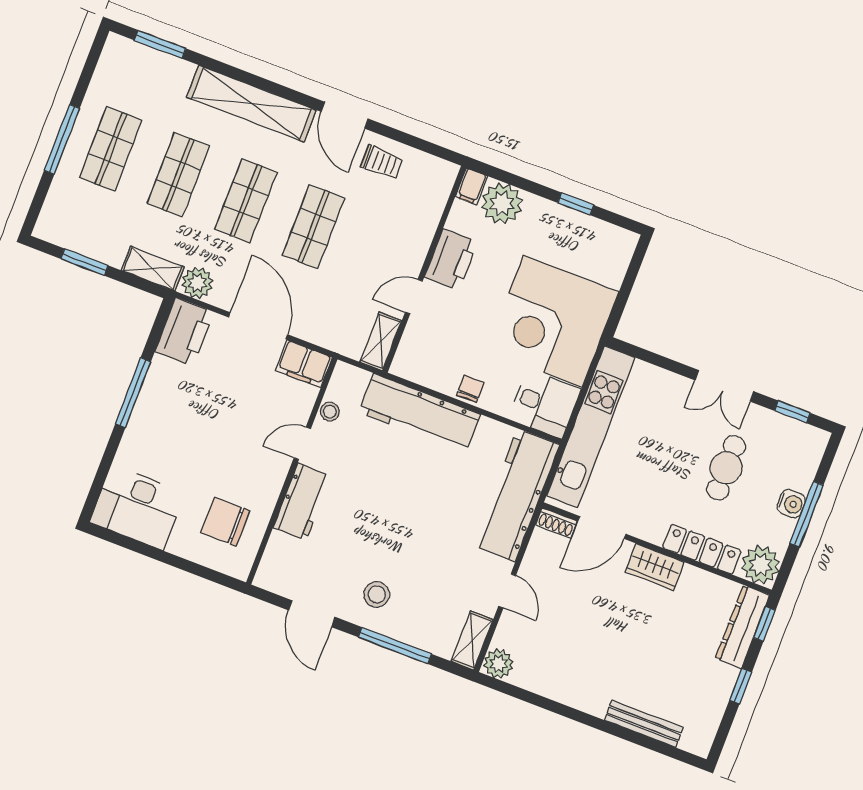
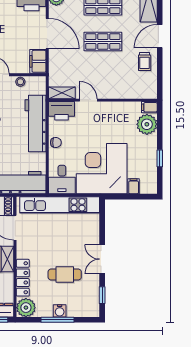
printer: (451, 260) -> (61, 111), moved
filing cabinet: (609, 274) -> (134, 186), added
door: (258, 326) -> (47, 33), hinge flipped

